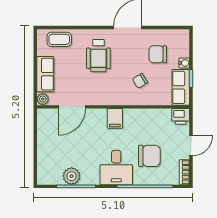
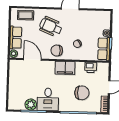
chair: (158, 54) -> (57, 51), moved
wheelchair: (98, 56) -> (51, 27), turned 112
door: (72, 107) -> (32, 59), swing flipped
printer: (181, 116) -> (91, 67), moved
filing cabinet: (115, 118) -> (65, 68), width x2.00
desk: (116, 167) -> (48, 99), moved

